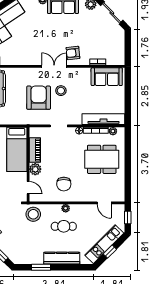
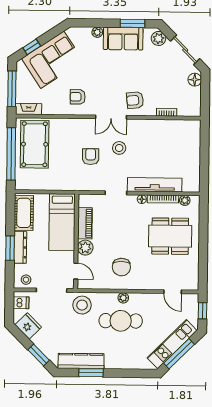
floor lamp: (120, 36) -> (195, 80), added
armchair: (28, 51) -> (78, 97), added
double door: (54, 66) -> (111, 117), swing flipped
sofa: (107, 77) -> (178, 131), removed
armchair: (39, 98) -> (91, 157), width x0.53, depth x0.53
tv unit: (103, 119) -> (155, 185), moved
cafe table: (64, 226) -> (121, 321), width x1.37, depth x1.35
window: (110, 252) -> (179, 354), width x2.17
kitchen counter: (62, 258) -> (81, 361), moved

